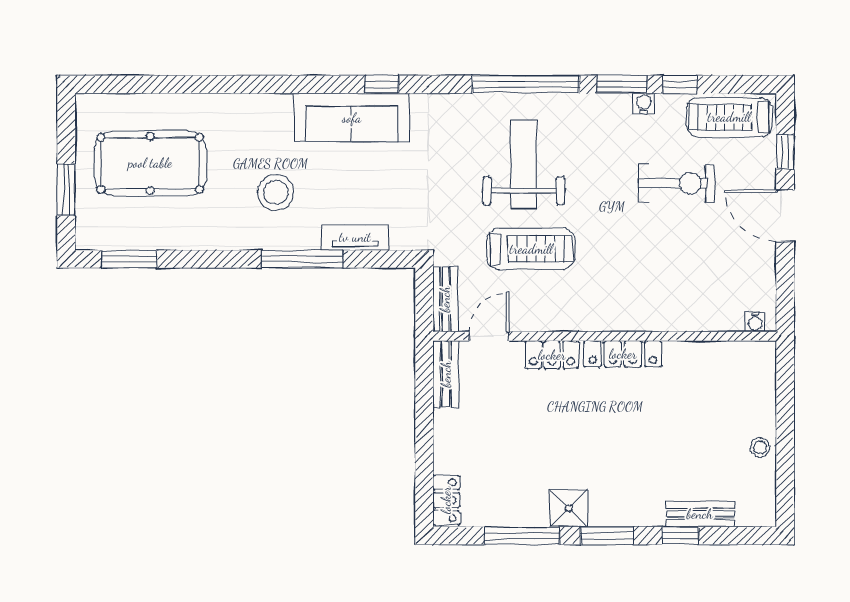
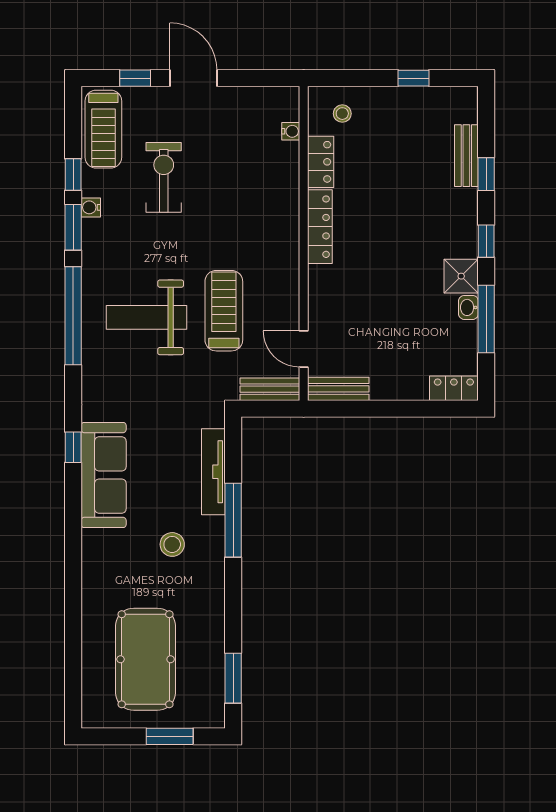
stool: (276, 192) -> (172, 544), width x0.73, depth x0.73
door: (785, 216) -> (193, 78), swing flipped
tv unit: (355, 237) -> (213, 472), width x1.41
water cooler: (755, 322) -> (291, 131), moved
locker: (552, 355) -> (321, 162), moved
stool: (760, 447) -> (342, 114), moved
window: (785, 456) -> (413, 78), added
washbasin: (535, 516) -> (468, 307), added
window: (607, 536) -> (486, 241), width x0.67

